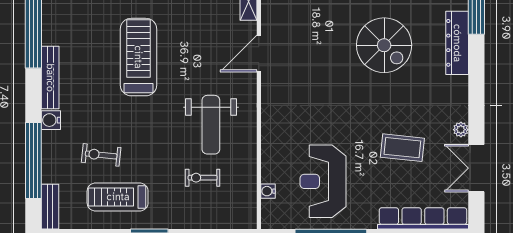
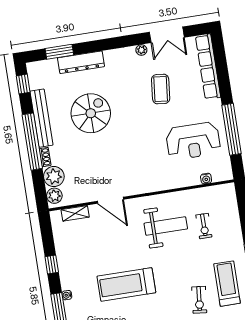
treadmill: (118, 197) -> (227, 284), turned 180

